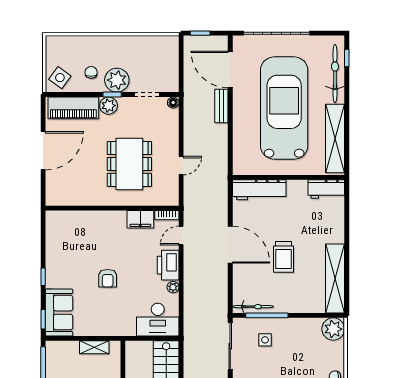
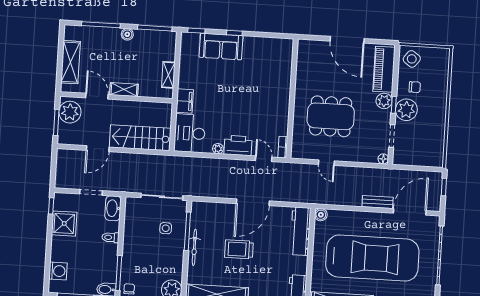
boiler: (239, 168) -> (321, 215), added
filing cabinet: (140, 219) -> (185, 101), moved, turned 180
armchair: (108, 278) -> (229, 91), removed
bicycle: (253, 307) -> (194, 247), moved
sofa: (59, 313) -> (221, 46), moved

